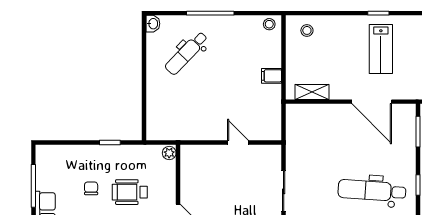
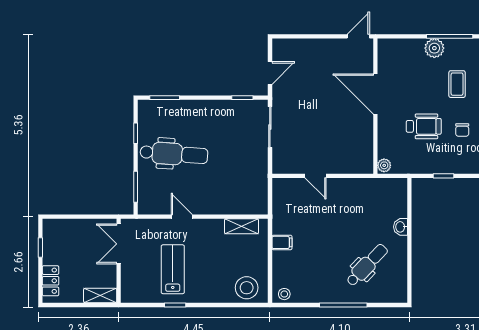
washbasin: (153, 24) -> (401, 227), moved
stool: (307, 30) -> (247, 288), width x1.89, depth x1.89
door: (372, 102) -> (182, 217), width x0.53
dental chair: (372, 191) -> (174, 154), moved

